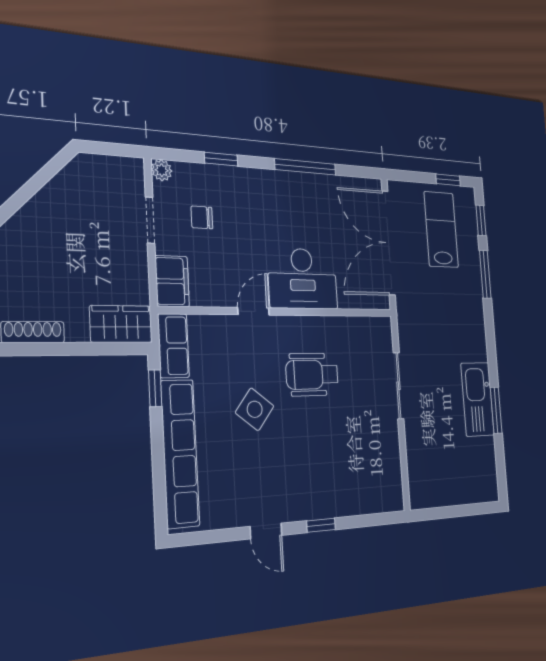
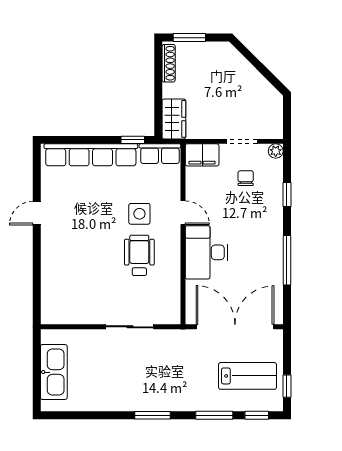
kitchen sink: (478, 399) -> (54, 372), moved, turned 90
side table: (255, 409) -> (139, 214), moved, turned -38
window: (496, 410) -> (153, 415), moved
window: (321, 525) -> (37, 255), removed

